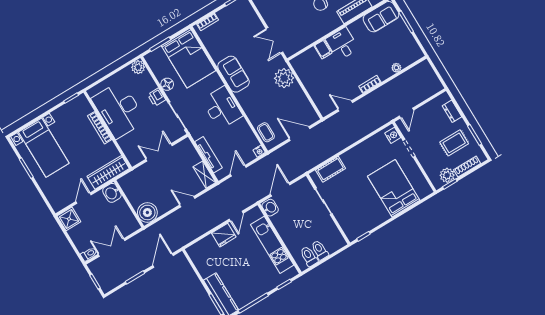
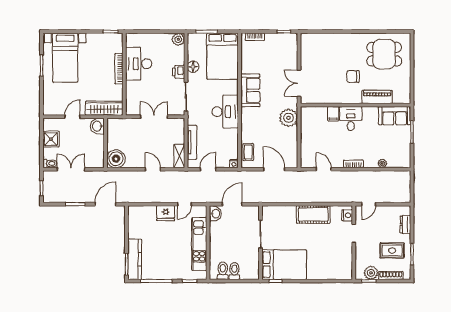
desk: (119, 110) -> (139, 64), width x0.73, depth x0.77
cot: (331, 169) -> (313, 214), moved, width x1.37, depth x1.34
bed: (394, 188) -> (284, 265), moved, turned 90
shower: (69, 219) -> (51, 139), moved

